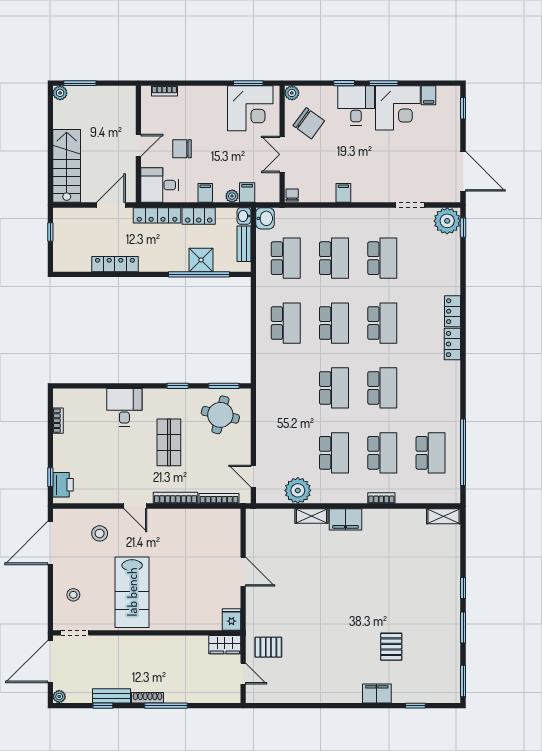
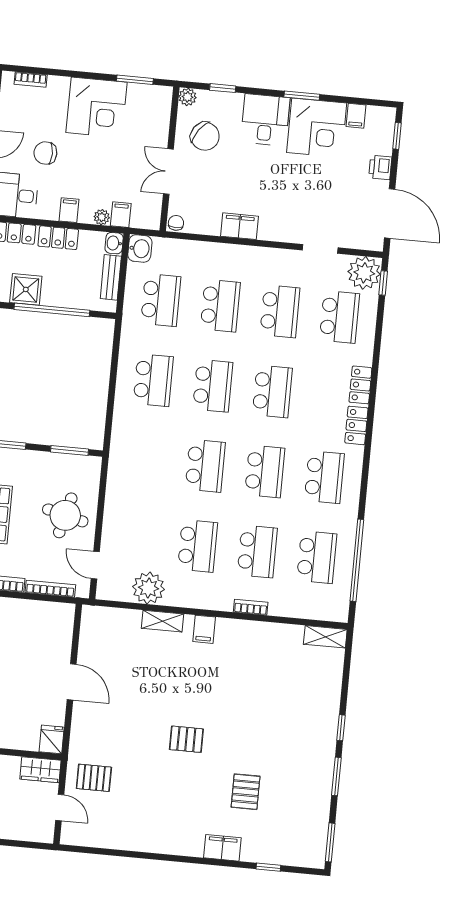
window: (344, 83) -> (223, 88), moved
corner desk: (250, 108) -> (97, 107), moved
printer: (452, 135) -> (380, 167), added
filing cabinet: (343, 193) -> (239, 226), width x2.00
school desk: (431, 258) -> (339, 317), added
shower: (201, 260) -> (26, 289), moved
school desk: (431, 388) -> (324, 477), added
round table: (220, 415) -> (65, 515), moved
filing cabinet: (346, 519) -> (204, 629), width x0.50
pallet: (340, 609) -> (186, 739), added

